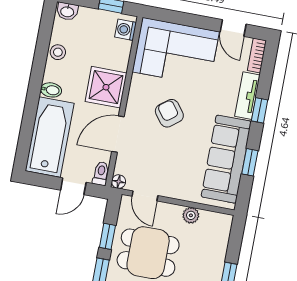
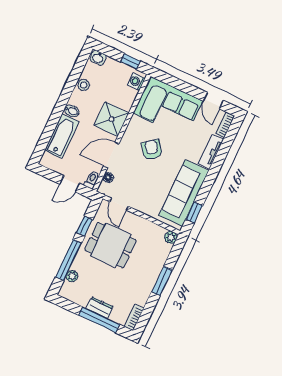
window: (260, 110) -> (217, 164), removed
bathtub: (50, 137) -> (62, 136), width x0.73, depth x0.73
window: (250, 162) -> (194, 212), moved
floor lamp: (119, 182) -> (108, 177), moved
plant: (191, 215) -> (171, 237), moved

